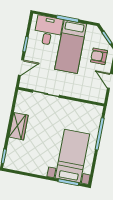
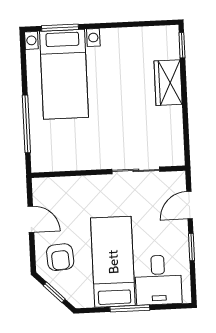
armchair: (99, 56) -> (60, 257), turned 86
wardrobe: (19, 126) -> (168, 83), moved

